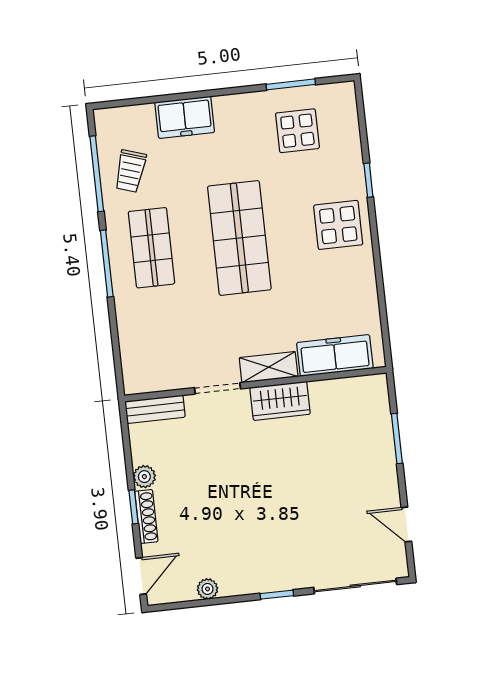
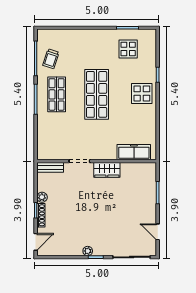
freezer: (185, 117) -> (78, 37), removed
shelving: (269, 367) -> (103, 154), removed
plant: (208, 589) -> (88, 251), moved

